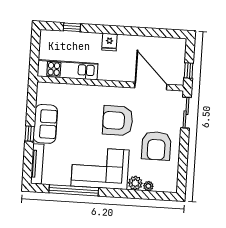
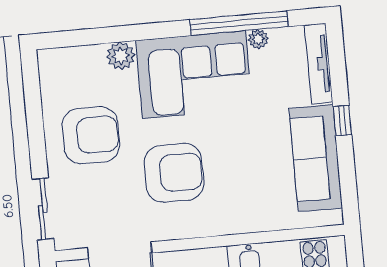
sofa: (45, 124) -> (316, 158), width x1.36
armchair: (156, 146) -> (91, 135), turned 90
plant: (148, 186) -> (258, 39), moved

